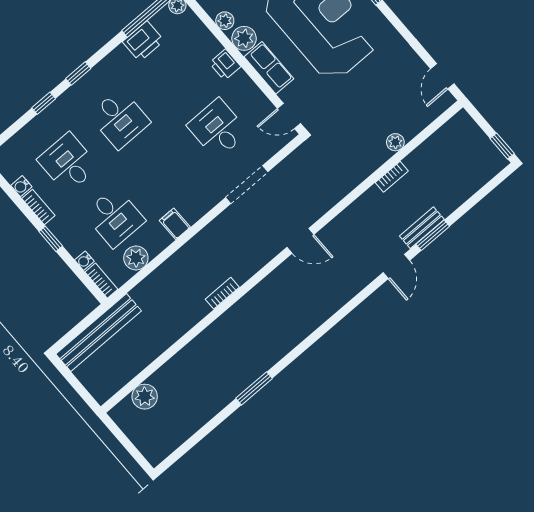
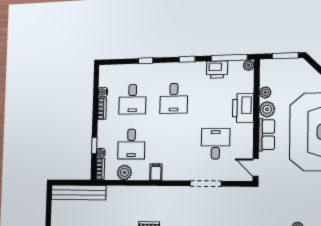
printer: (225, 65) -> (243, 108), width x1.87, depth x1.48
window: (78, 73) -> (187, 59), moved
desk: (68, 163) -> (132, 99), turned 180
window: (51, 239) -> (94, 146), moved

